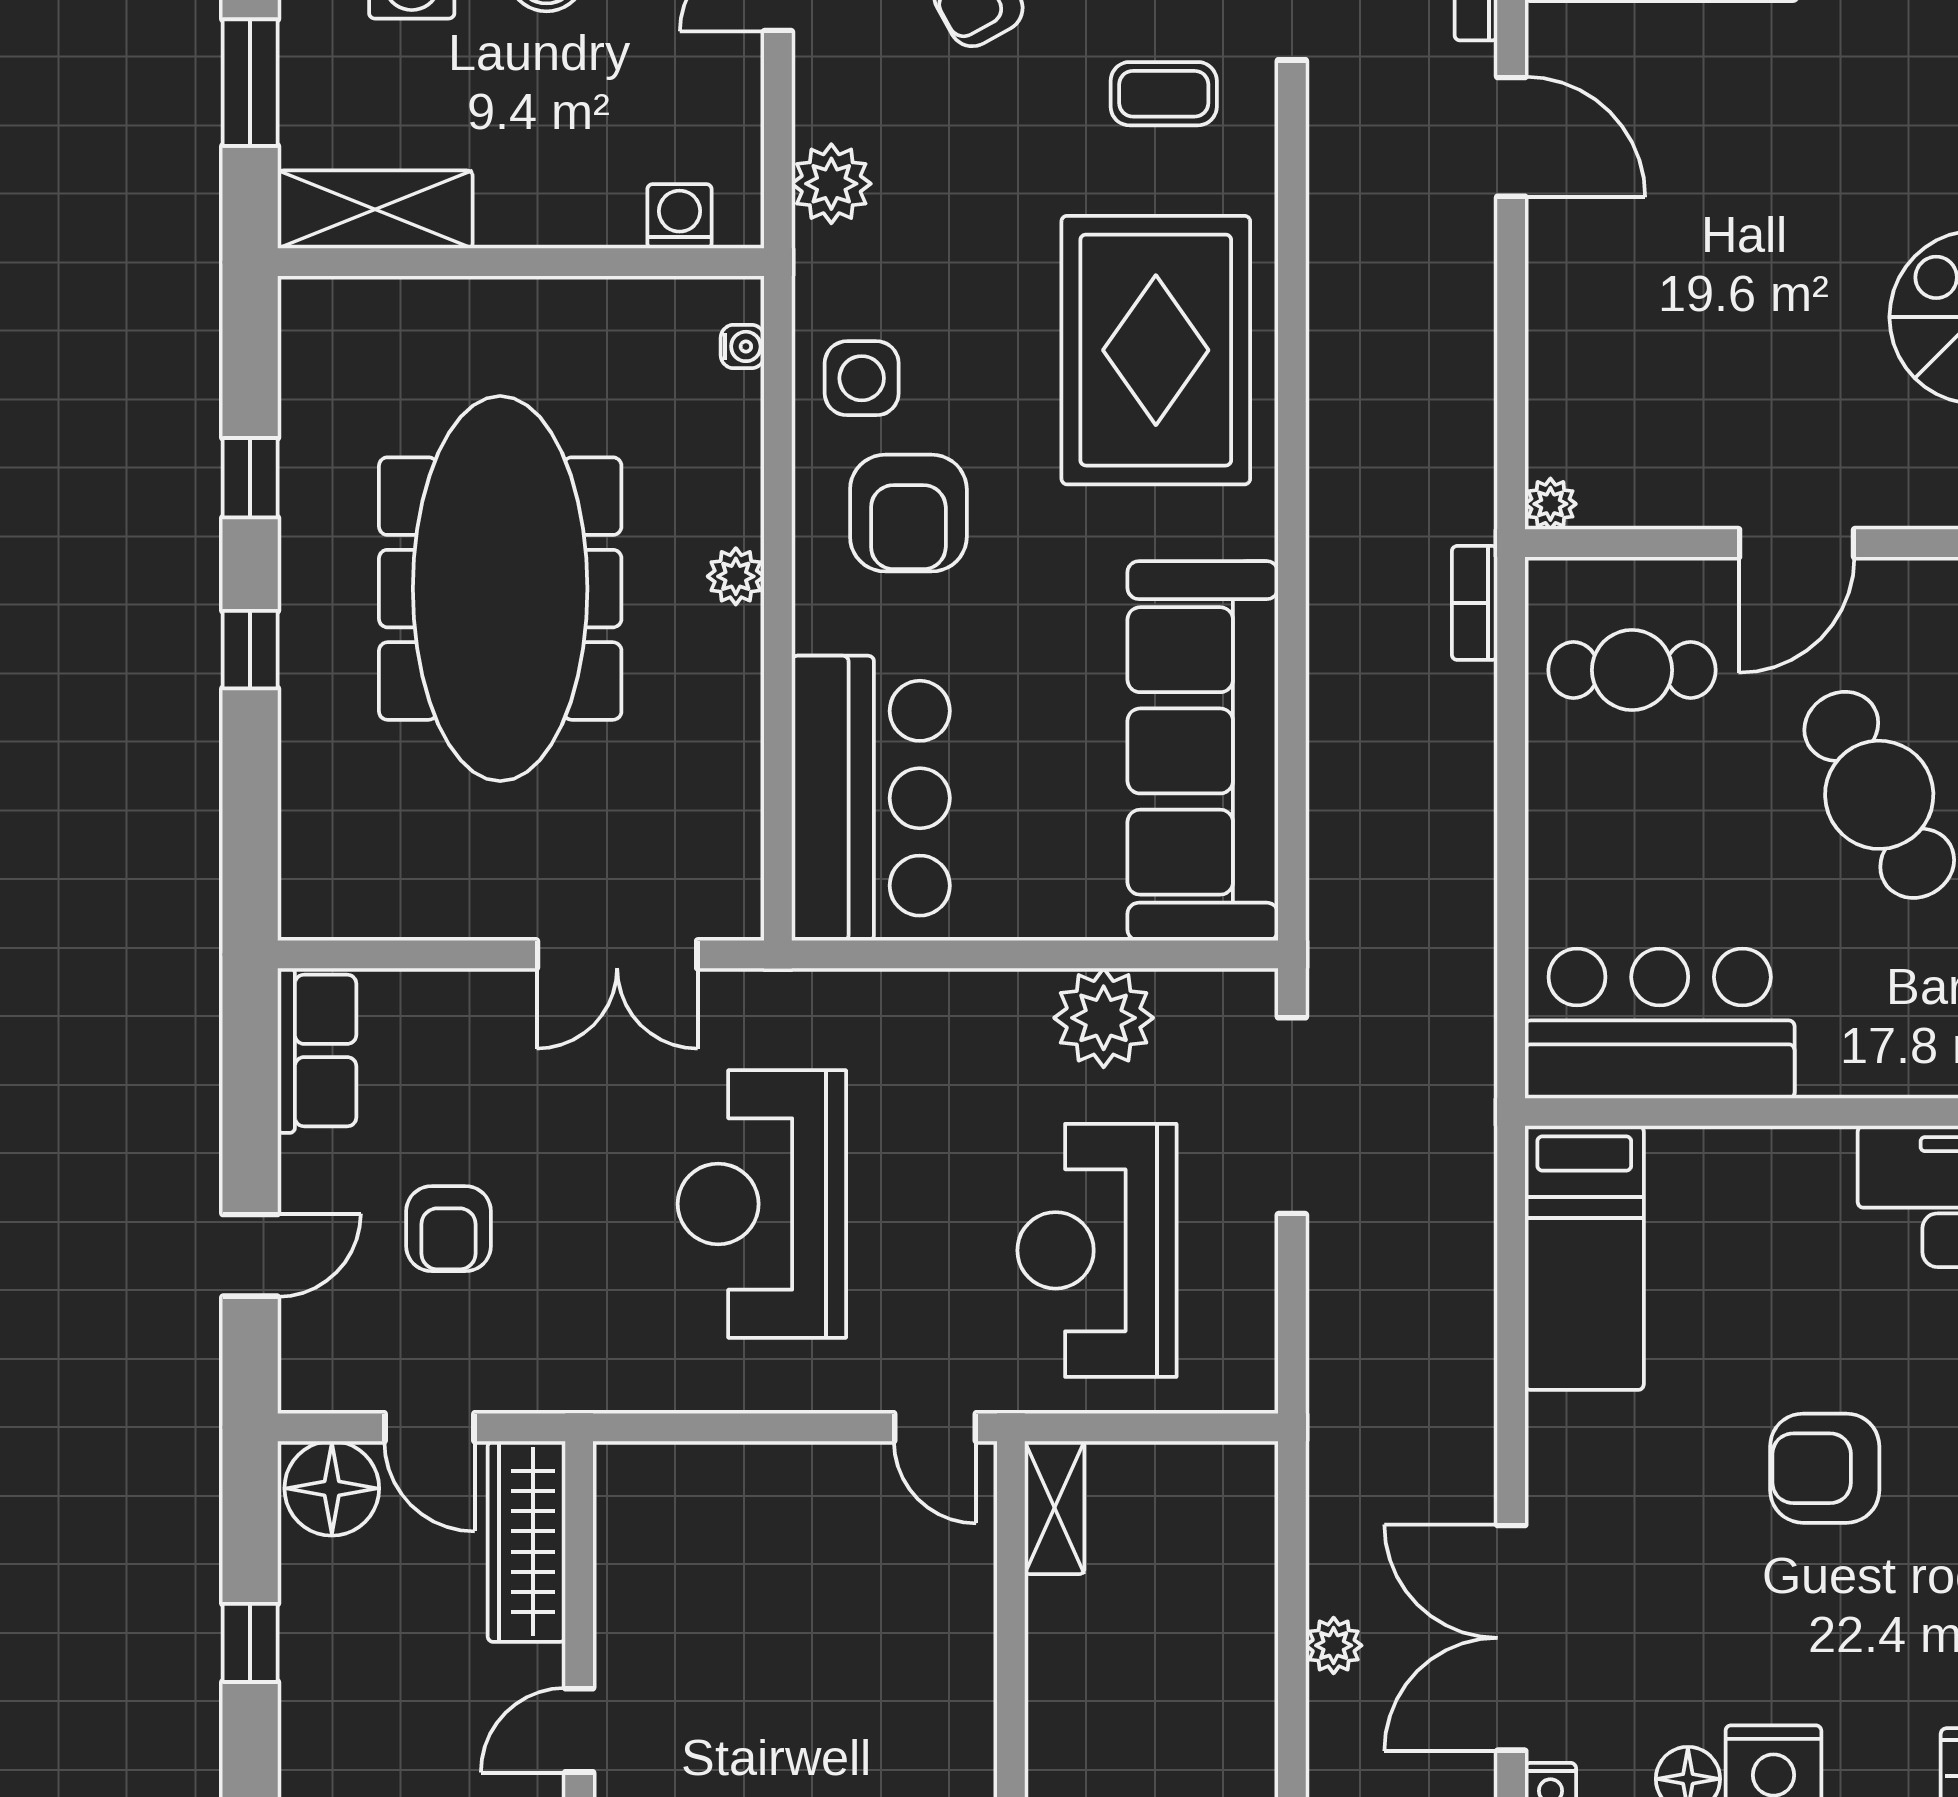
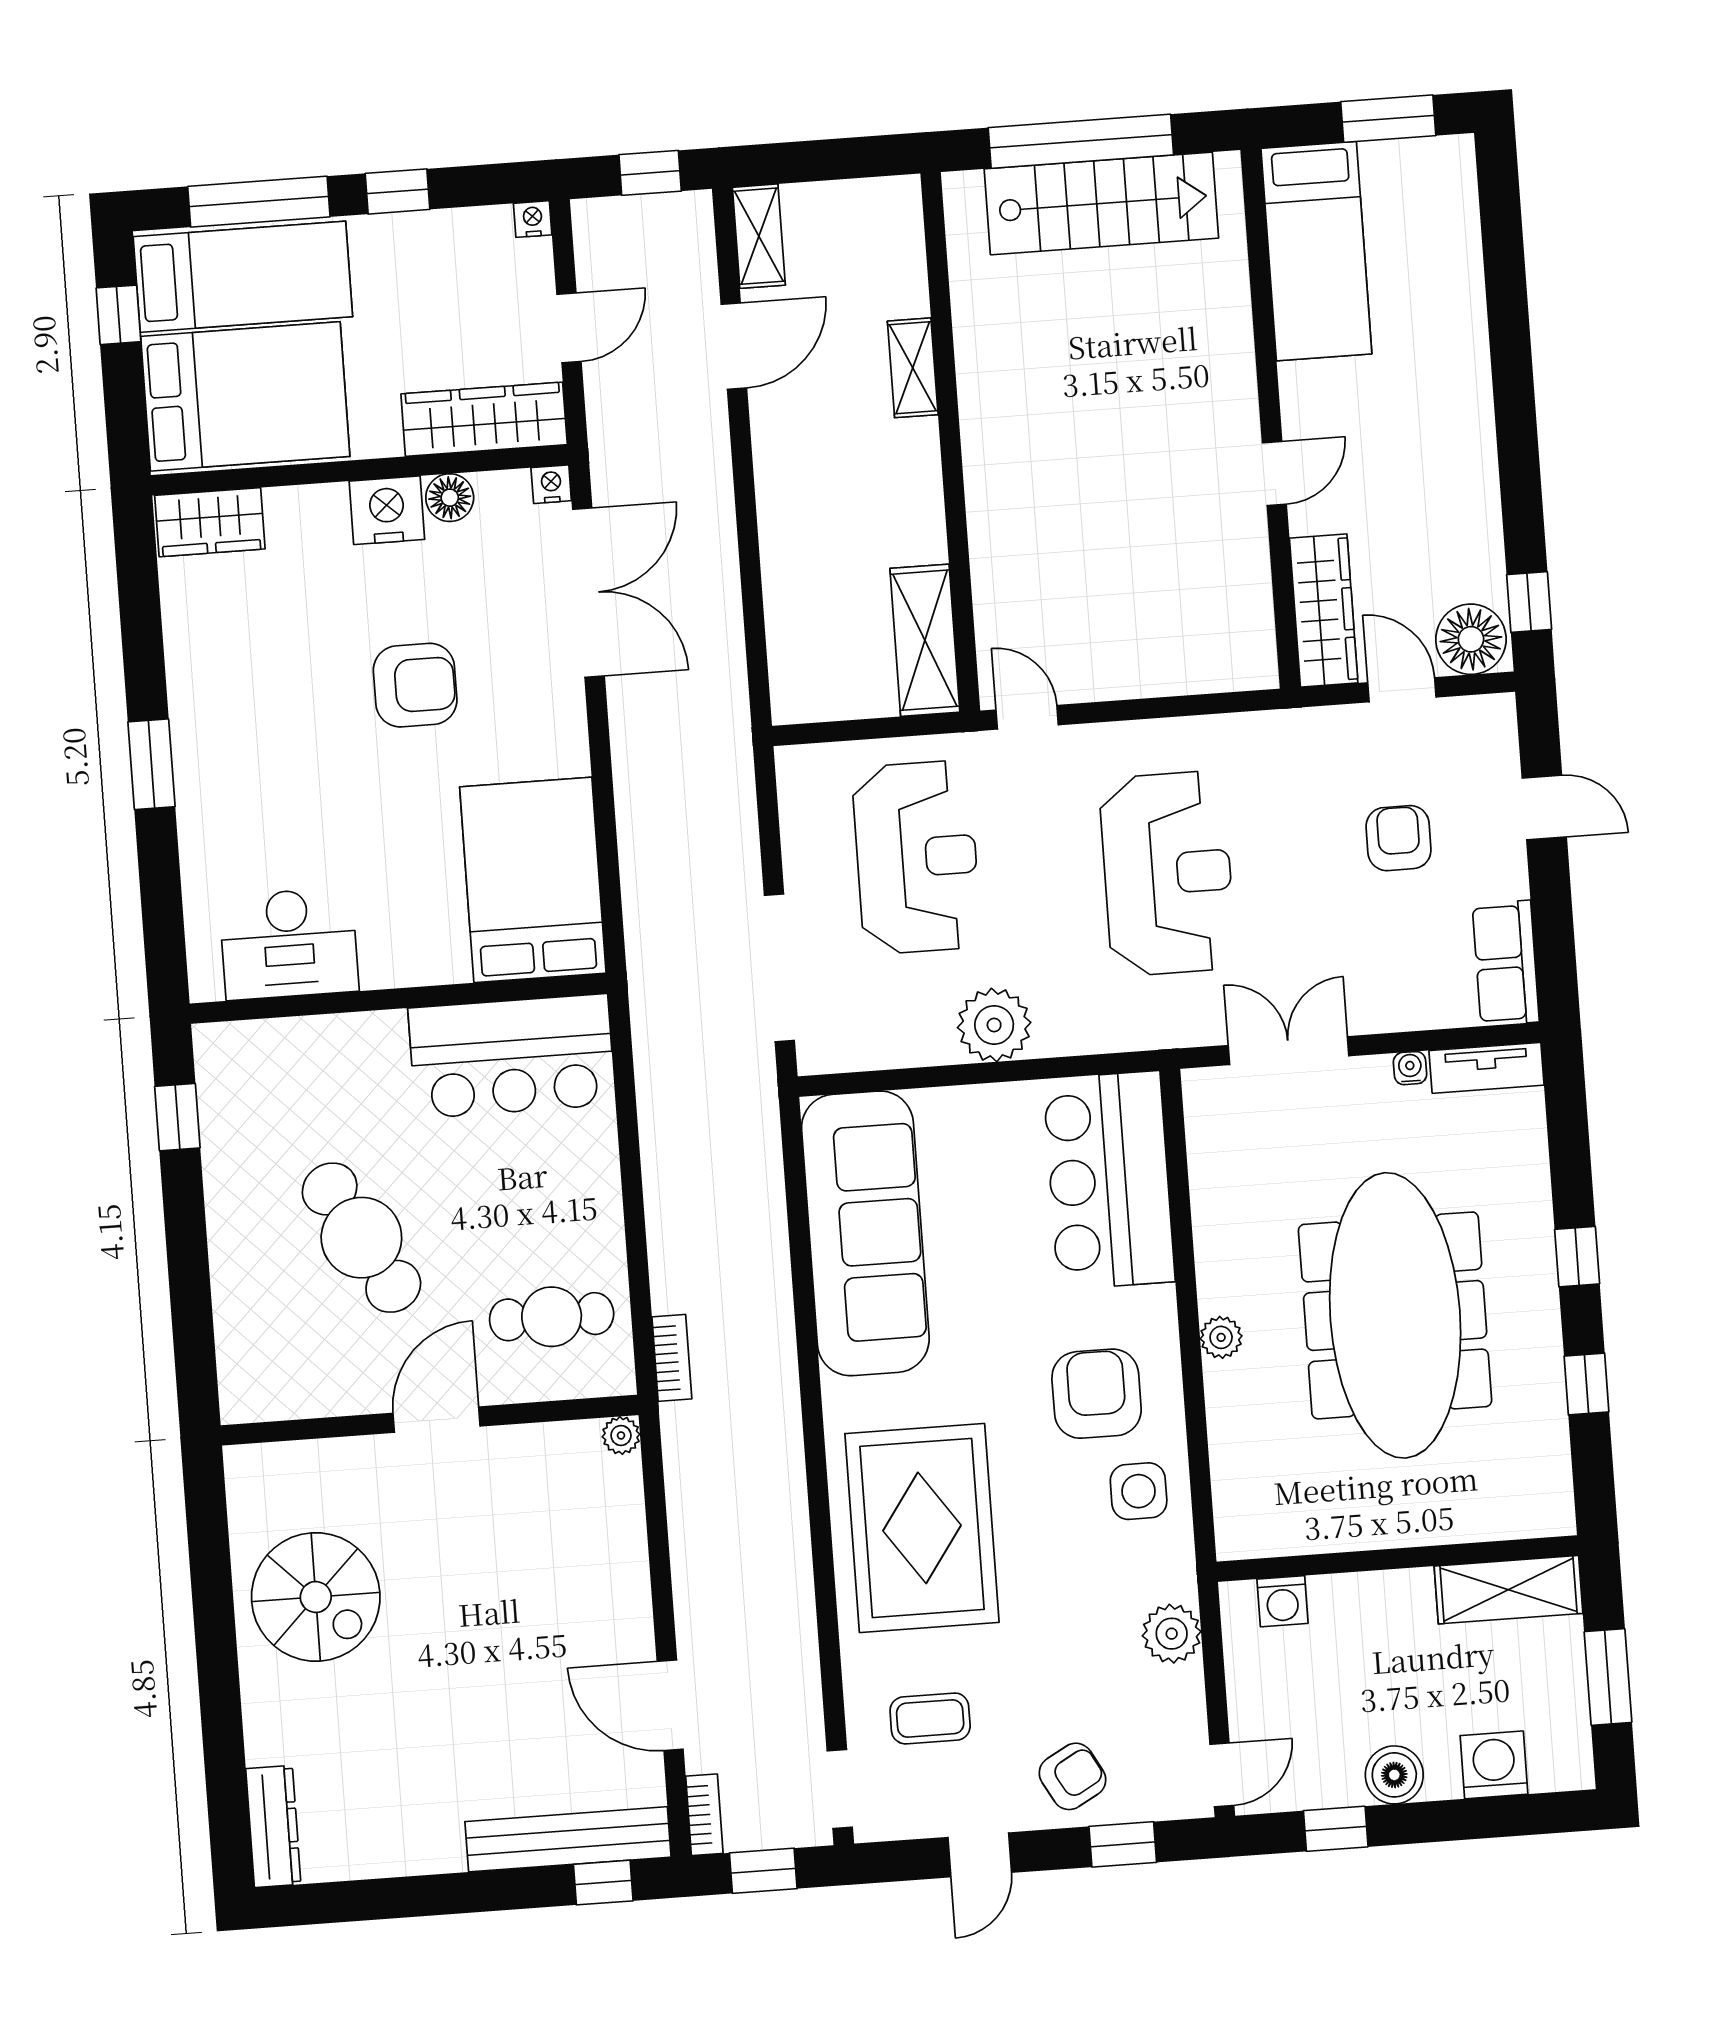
water cooler: (742, 346) -> (1410, 1068), moved, turned 90
tv unit: (353, 912) -> (1487, 1068), added
plant: (1104, 1018) -> (994, 1025), moved
door: (250, 1255) -> (1544, 808), swing flipped
bed: (1584, 1258) -> (533, 880), width x1.50
armchair: (1825, 1468) -> (415, 685), moved
shelving: (1055, 1508) -> (925, 640), width x1.50, depth x1.33
window: (250, 1643) -> (1529, 602), moved
plant: (1334, 1645) -> (720, 577), removed

